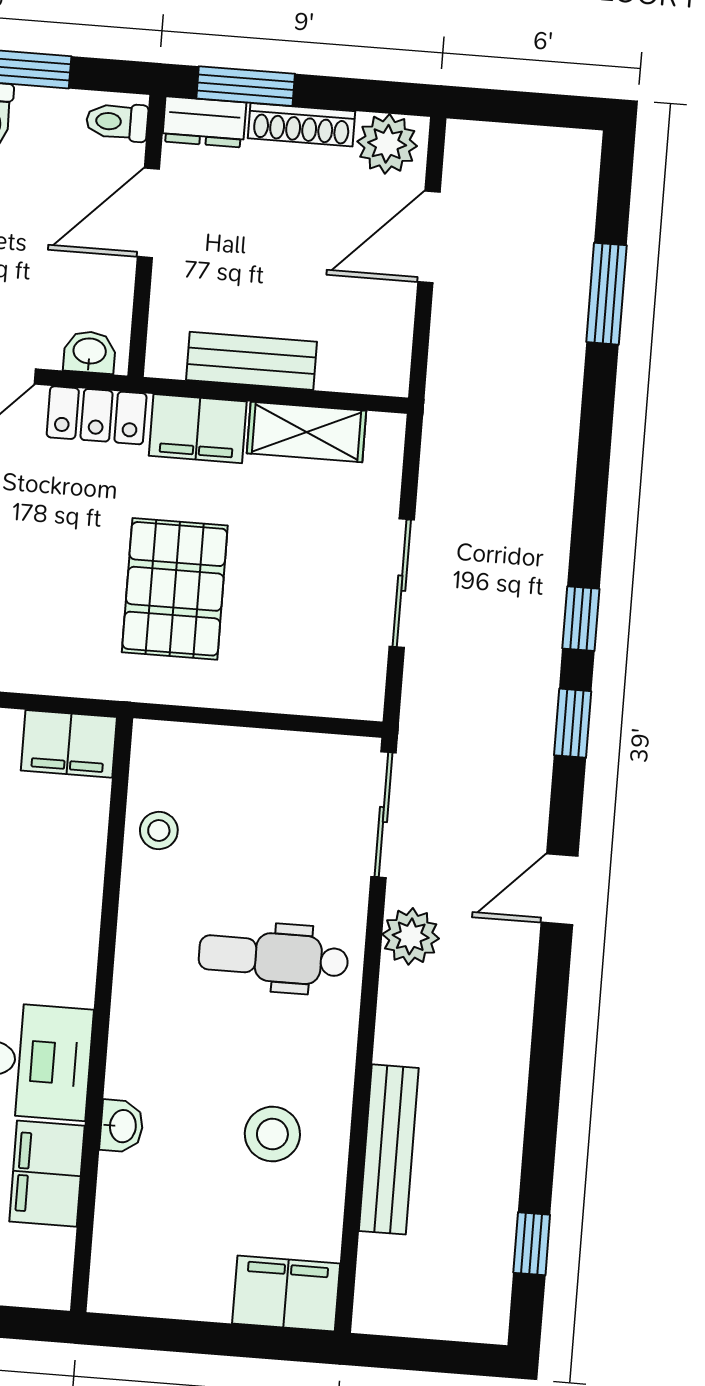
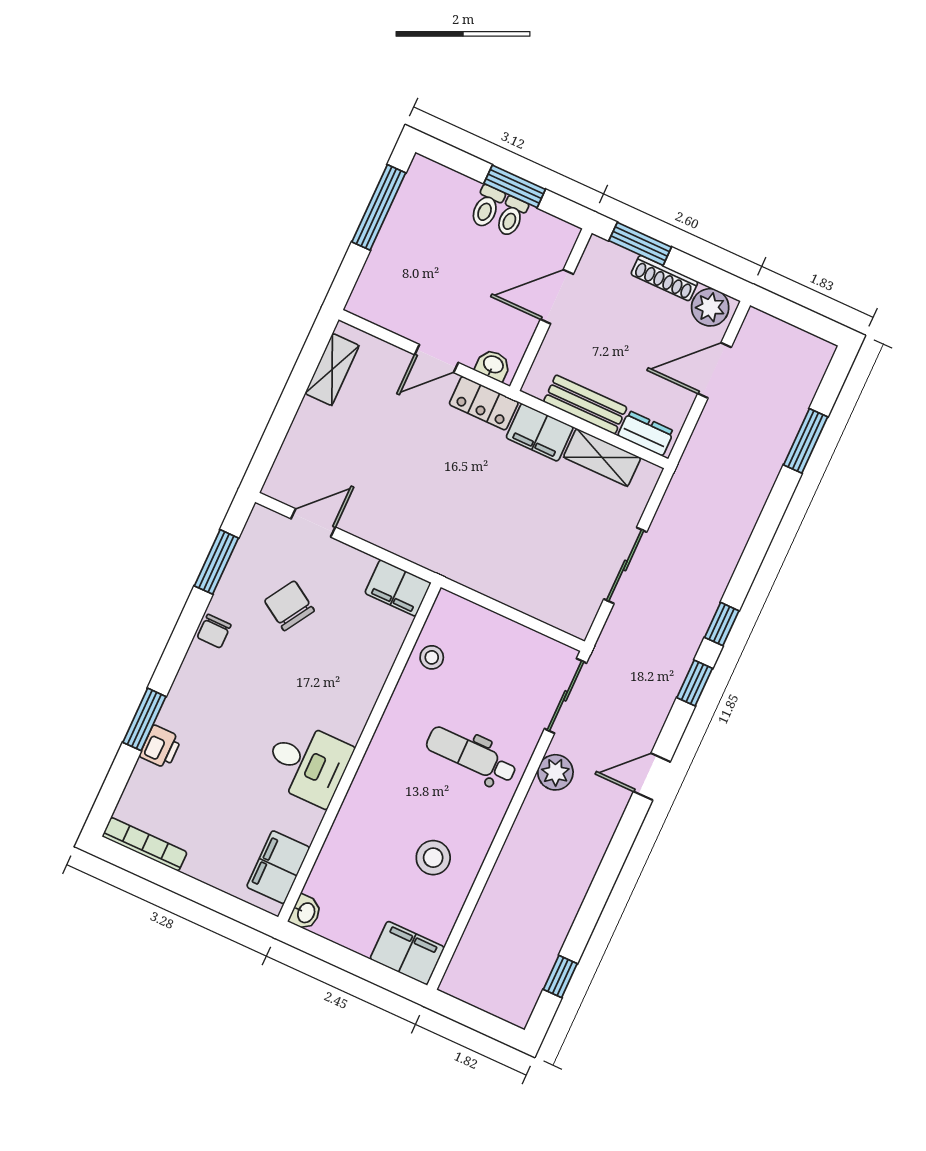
toilet: (117, 122) -> (511, 217), moved, turned -90
dresser: (204, 122) -> (646, 433), moved, turned 180
pallet: (175, 589) -> (492, 521), removed
washbasin: (122, 1126) -> (306, 912), moved
bench: (389, 1149) -> (497, 891), removed
filing cabinet: (47, 1174) -> (278, 867), moved

